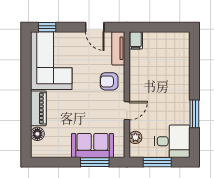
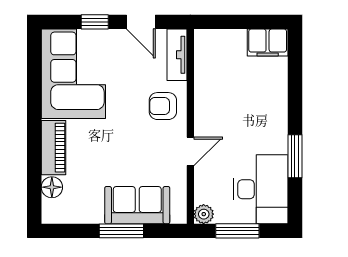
window: (47, 27) -> (95, 22), moved
filing cabinet: (136, 40) -> (268, 42), moved, width x2.00
plant: (135, 137) -> (204, 214), moved
desk: (172, 141) -> (261, 189), width x1.37
window: (95, 162) -> (121, 231), moved

